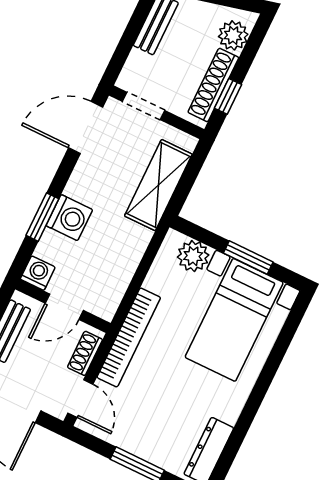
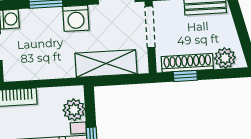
doorway: (144, 106) -> (150, 27), width x1.38
washing machine: (69, 218) -> (76, 18), moved

